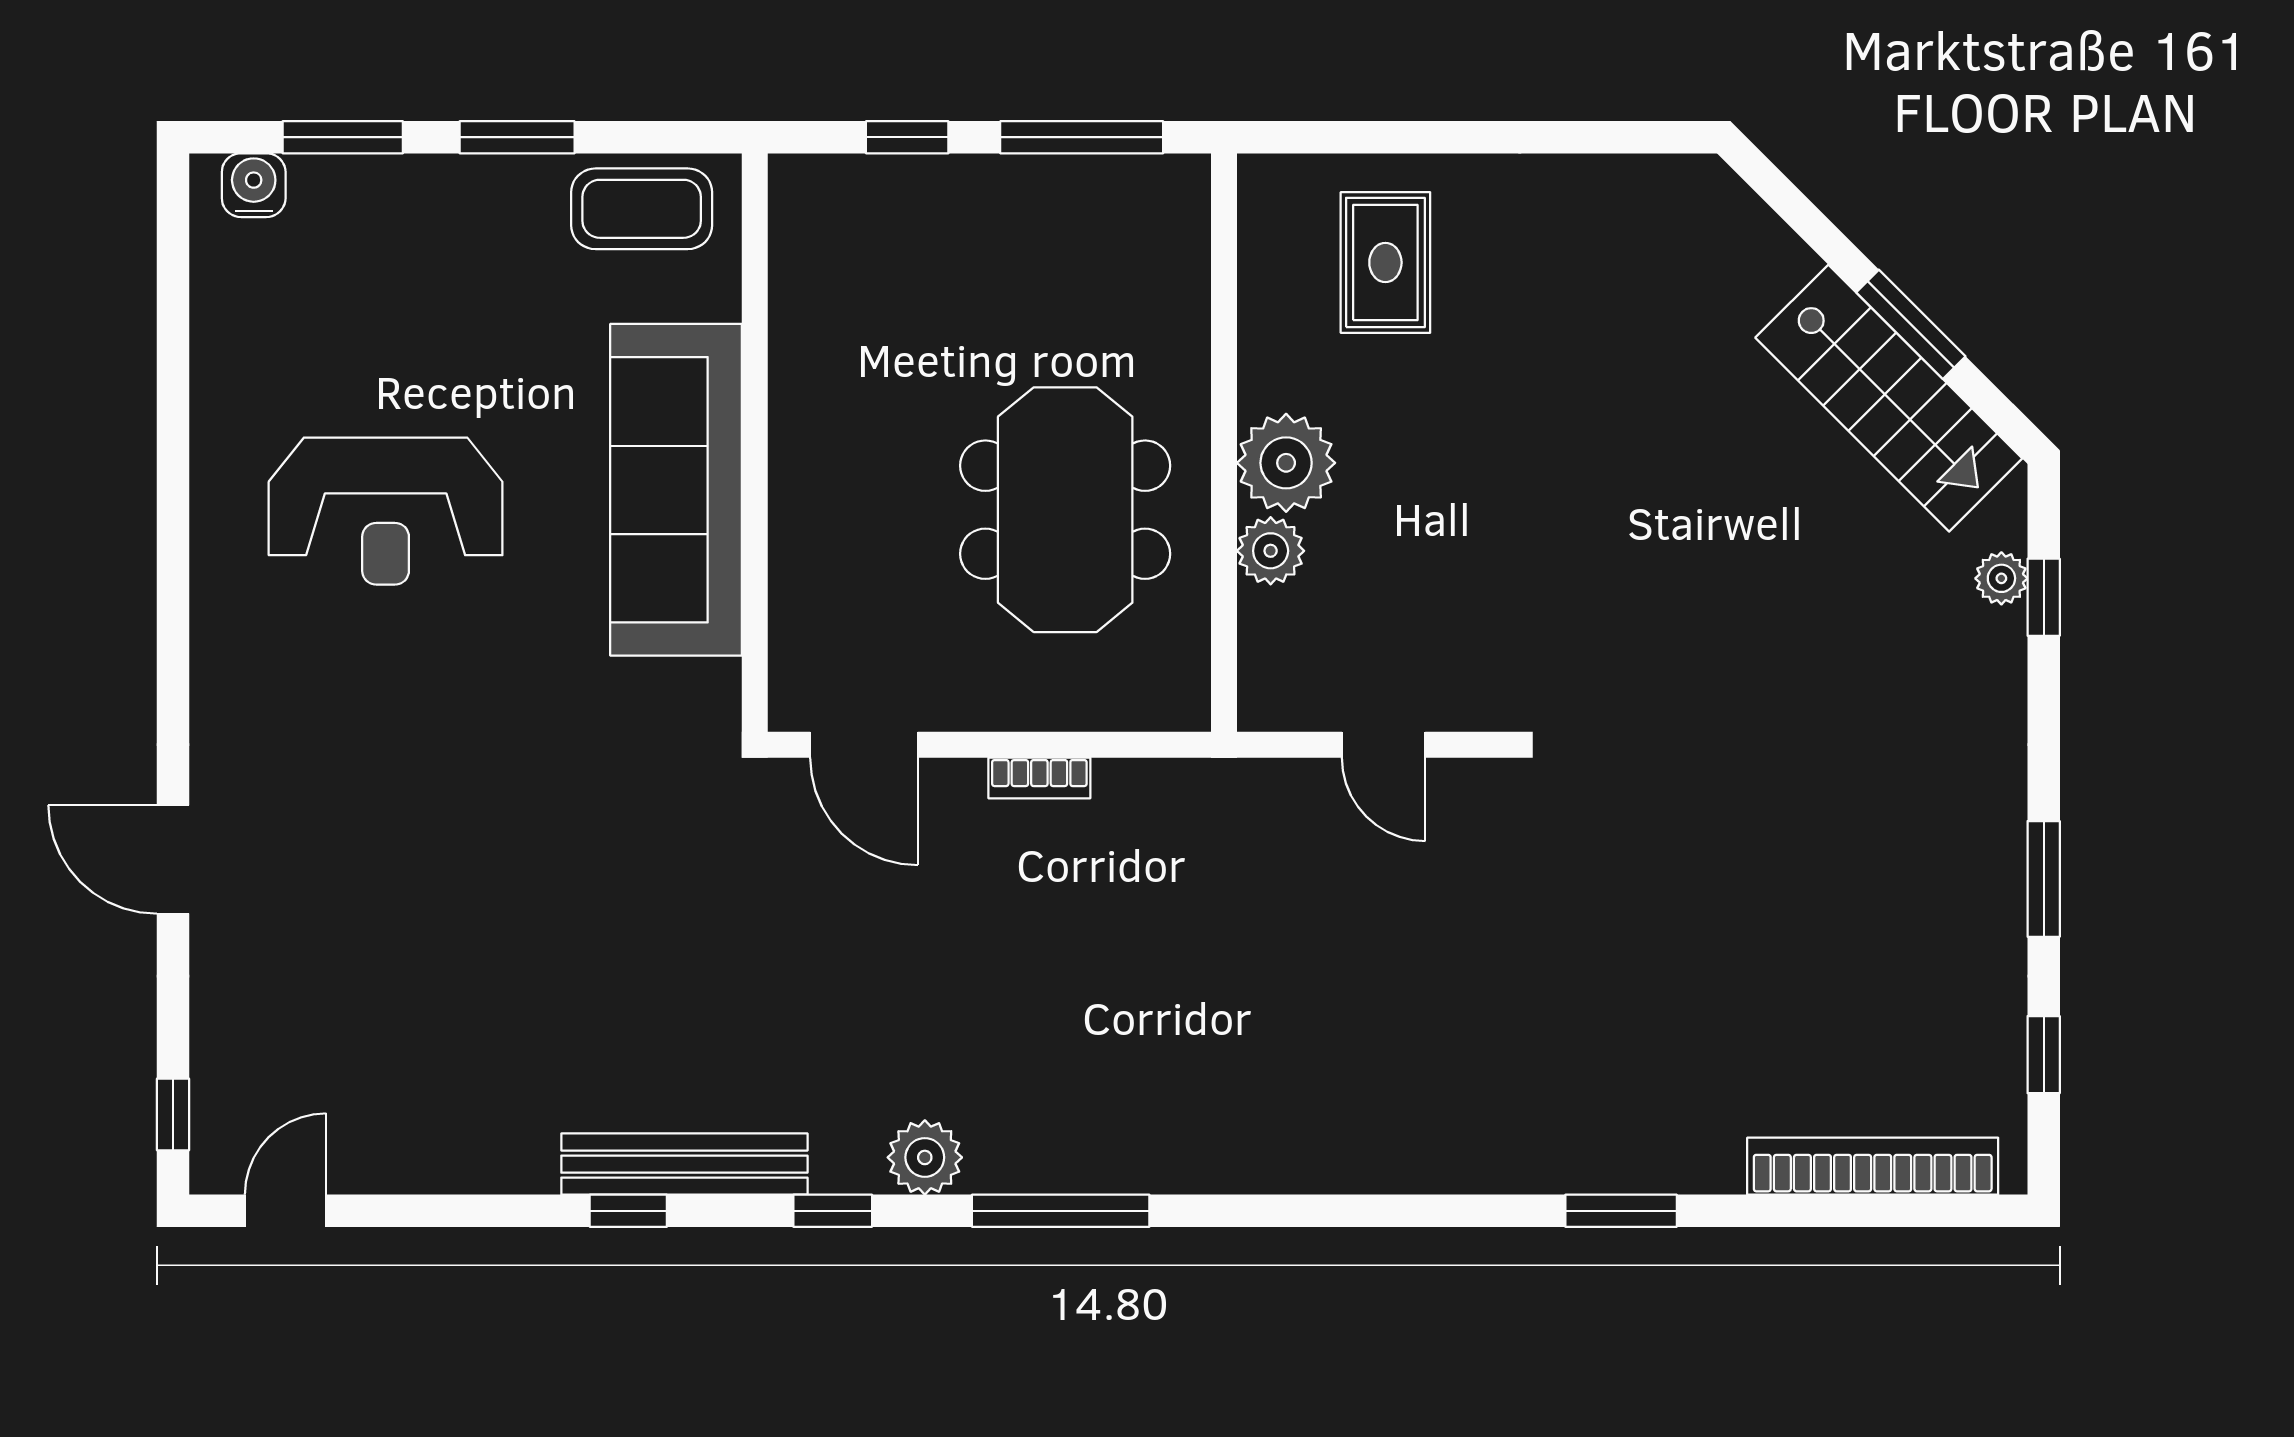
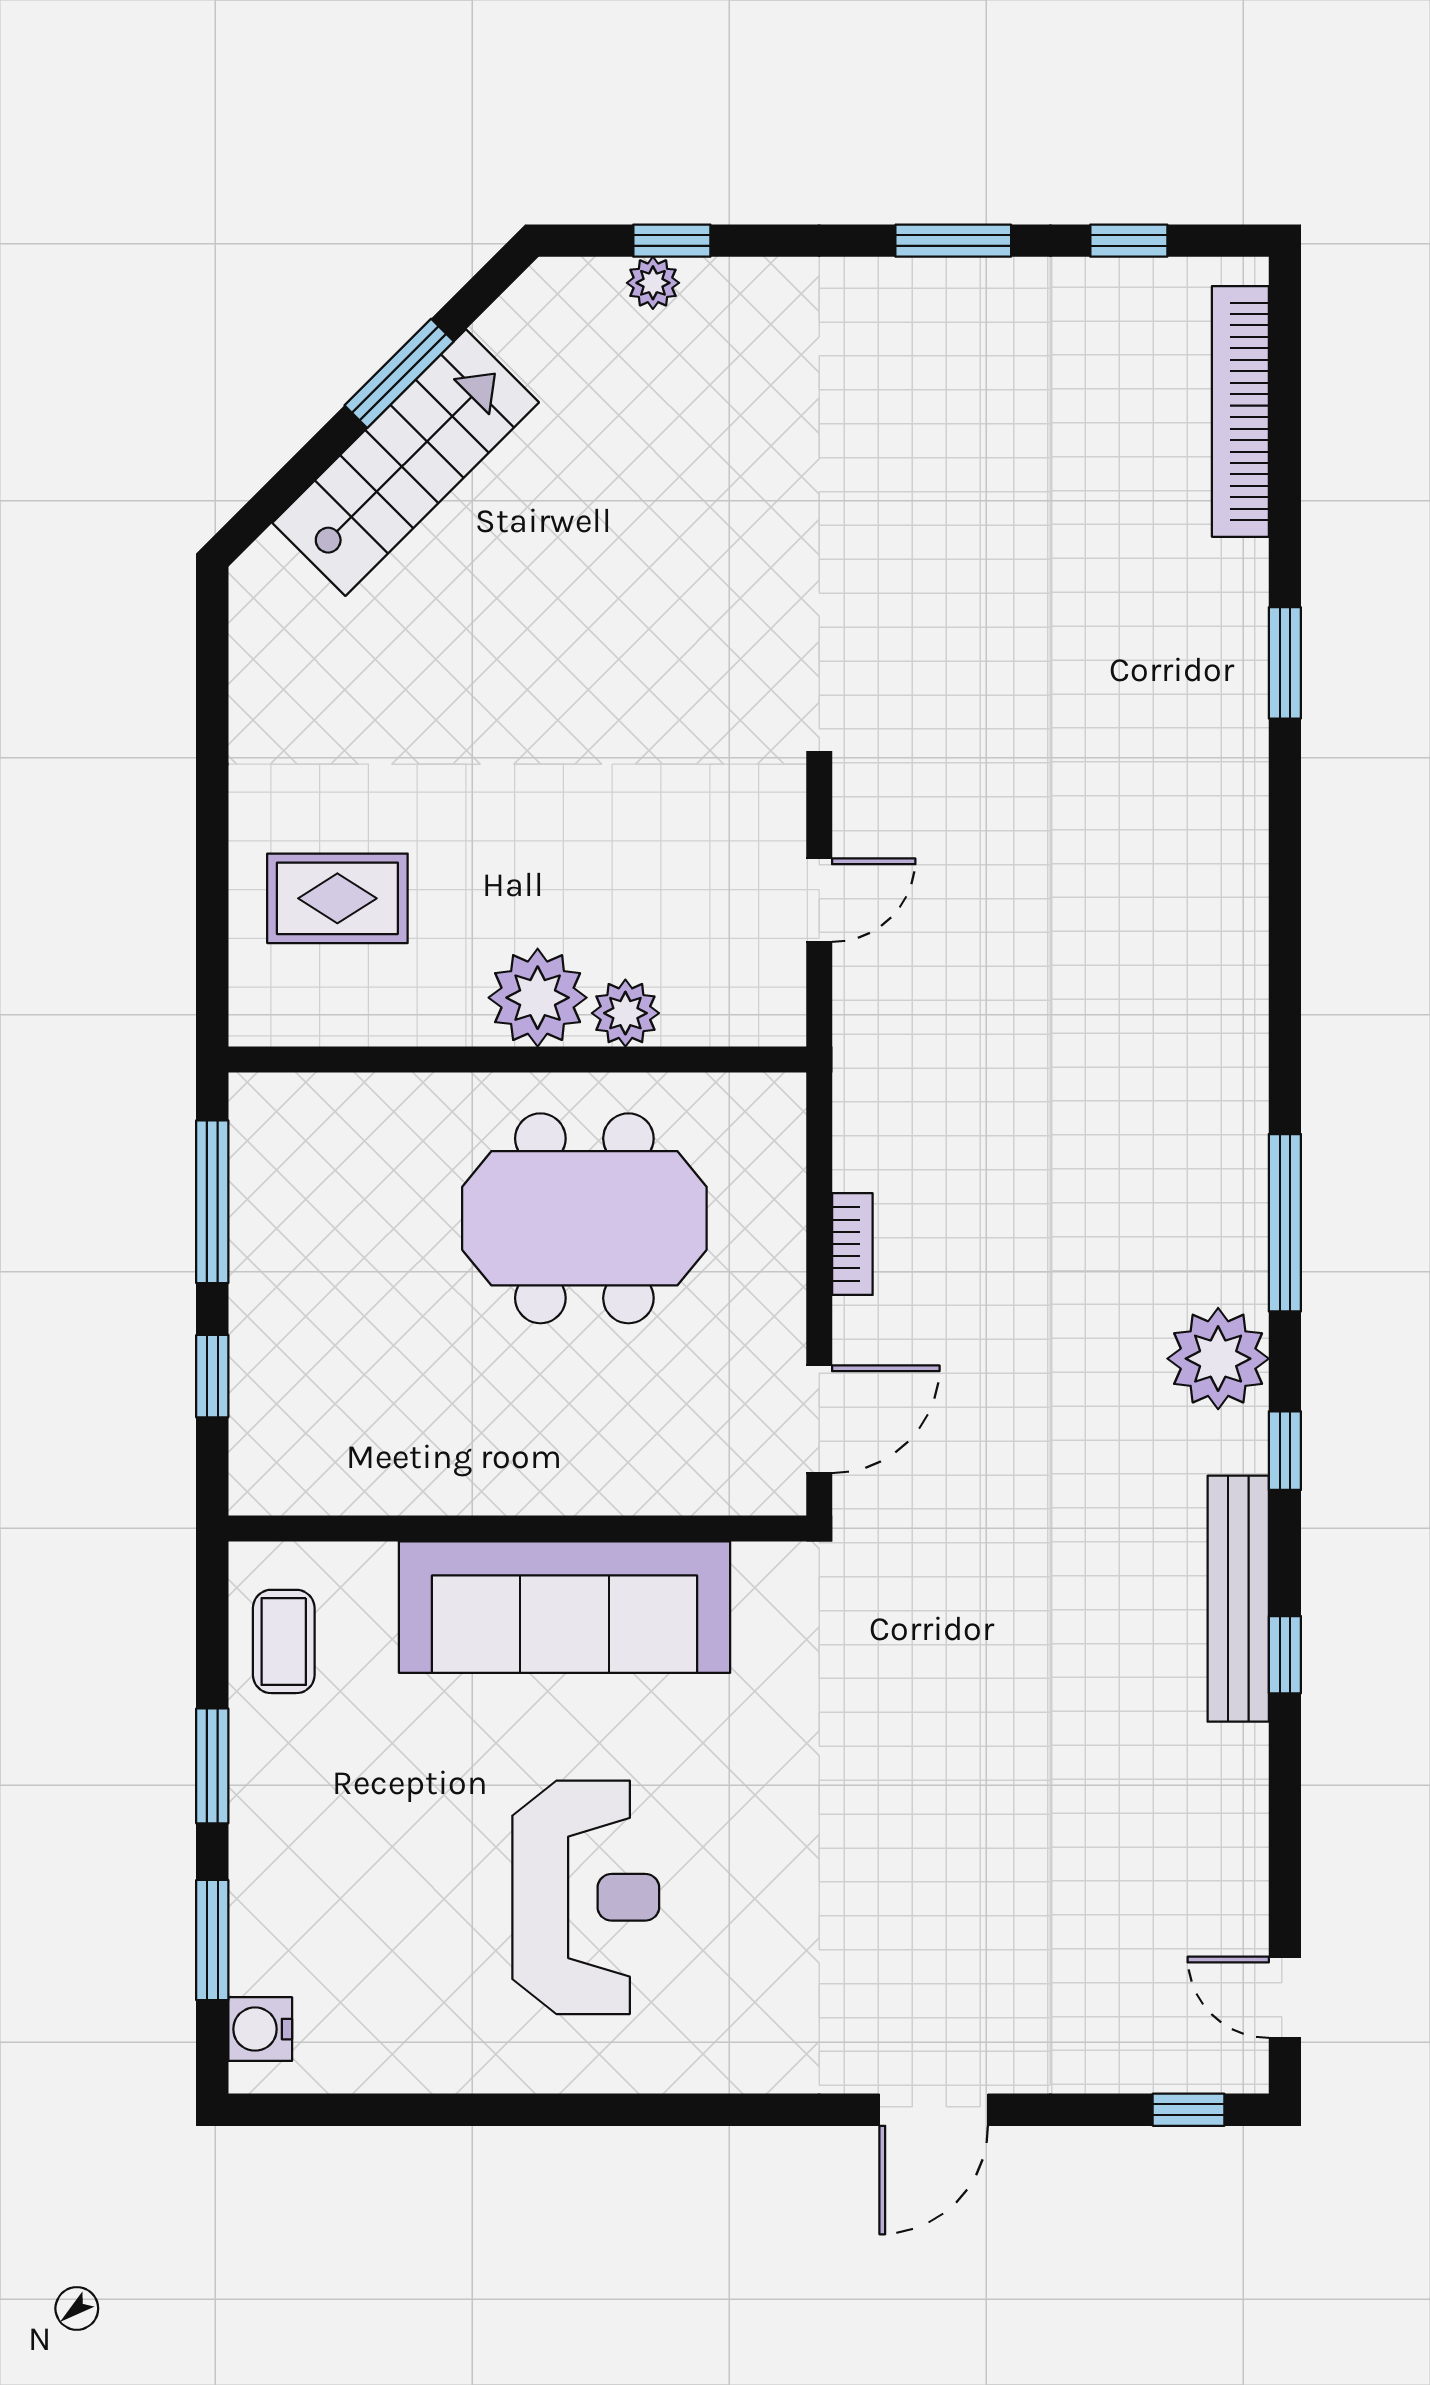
coffee table: (642, 209) -> (284, 1641), width x0.73, depth x0.77
stairs: (1889, 398) -> (406, 463), moved
plant: (925, 1157) -> (1218, 1359), width x1.36, depth x1.36

